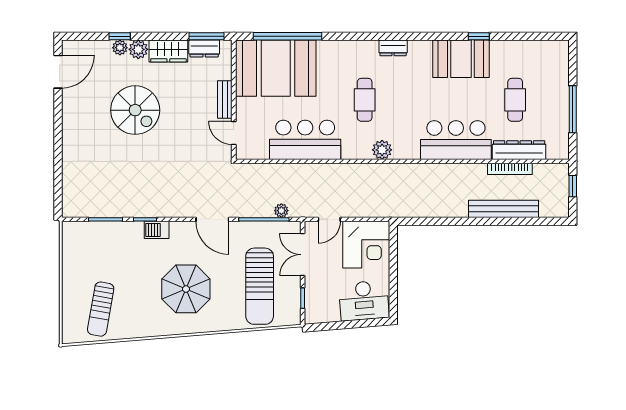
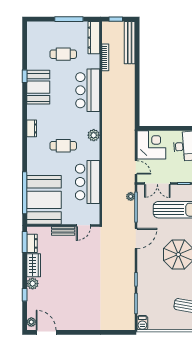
plant: (120, 48) -> (31, 322), moved
spiral stairs: (135, 110) -> (69, 285), removed
dresser: (519, 150) -> (94, 38), moved
bench: (503, 209) -> (130, 43), moved
barbecue: (157, 230) -> (142, 323), moved

